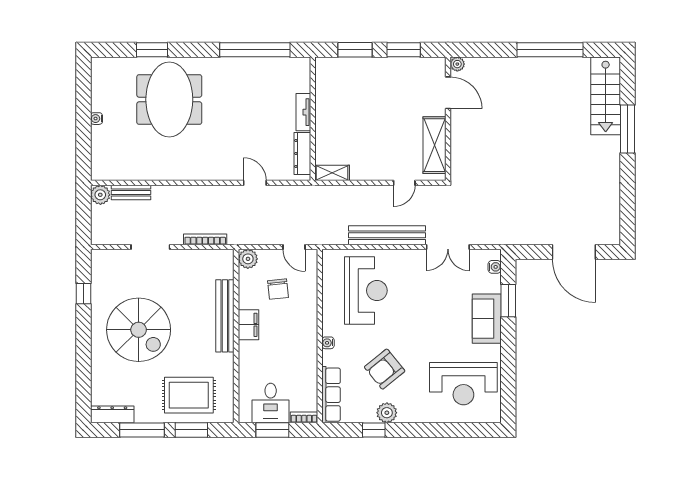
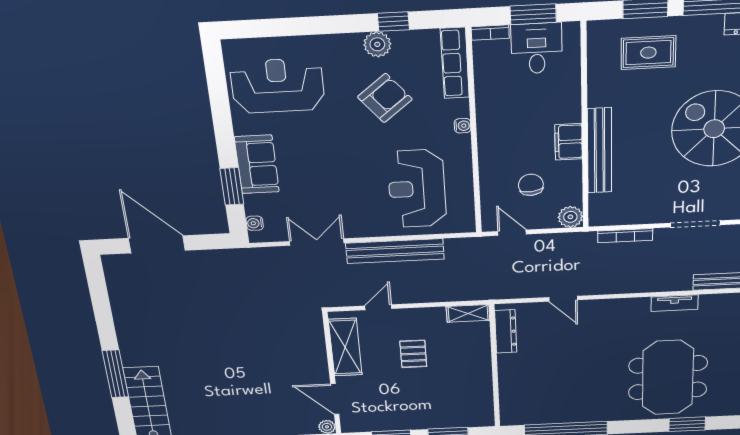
tv unit: (303, 112) -> (674, 303), moved, turned 90
pallet: (379, 135) -> (413, 354), added
rug: (189, 395) -> (648, 53), width x0.73, depth x0.70

